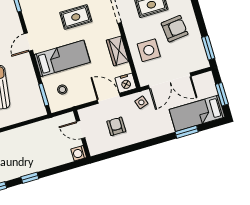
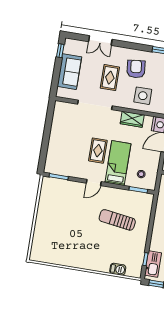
rug: (76, 17) -> (98, 151), moved
door: (28, 42) -> (94, 182), hinge flipped

